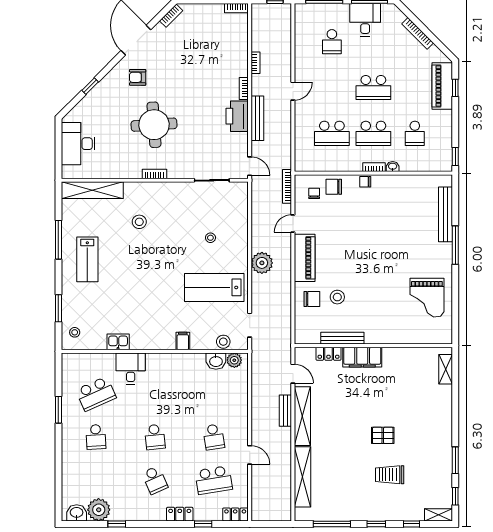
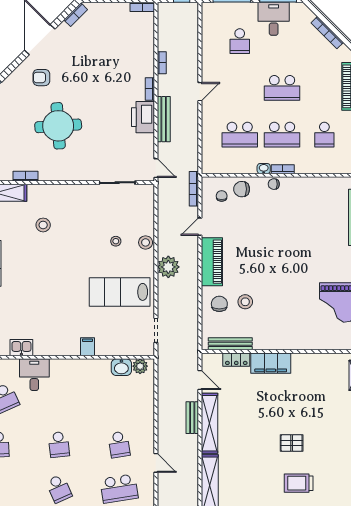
washbasin: (393, 167) -> (264, 169), moved
bookcase: (154, 174) -> (26, 176), moved
chair: (312, 299) -> (219, 304), turned -90
bench: (342, 338) -> (230, 344), moved
stool: (223, 342) -> (146, 242), moved

